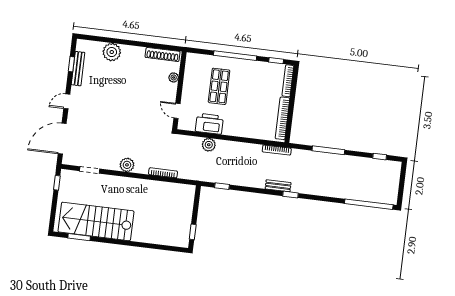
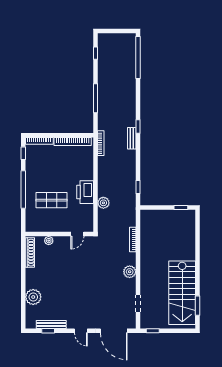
printer: (209, 124) -> (85, 192), moved

